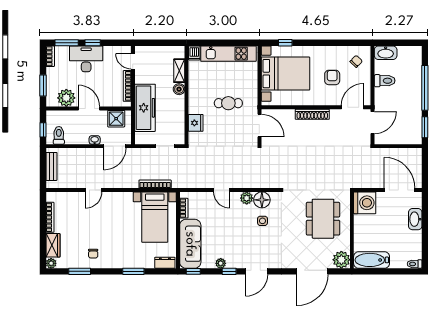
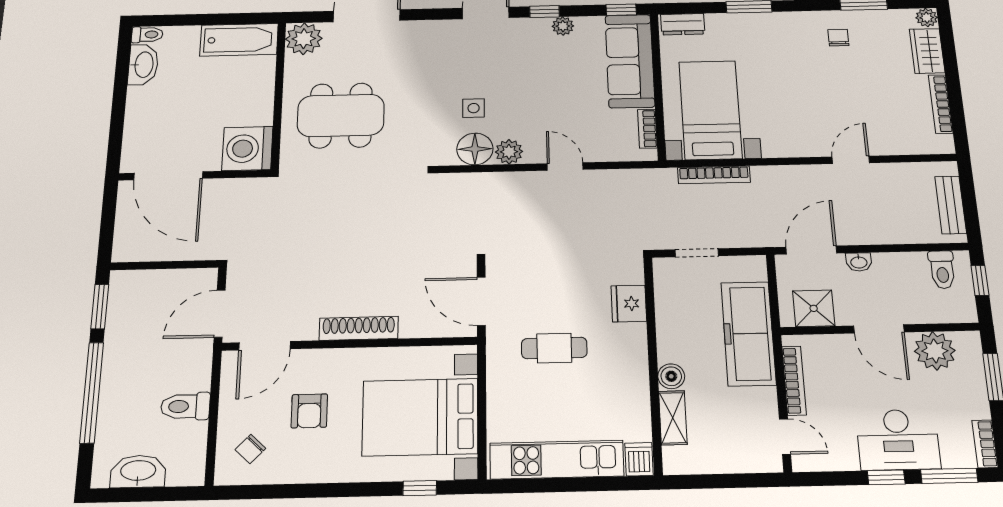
washbasin: (386, 53) -> (138, 471), moved
dining table: (323, 219) -> (341, 115), turned 90
washbasin: (415, 219) -> (143, 65), moved

